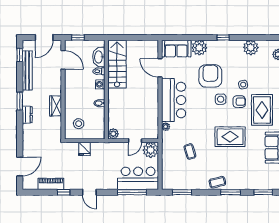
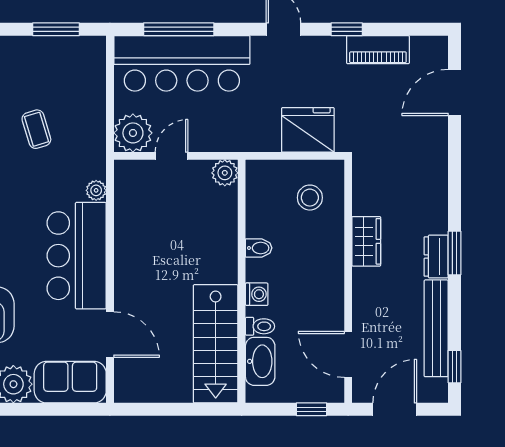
dresser: (27, 115) -> (436, 257), moved
fridge: (84, 149) -> (308, 130), width x1.88, depth x1.34
bar counter: (138, 178) -> (182, 63), width x1.36

